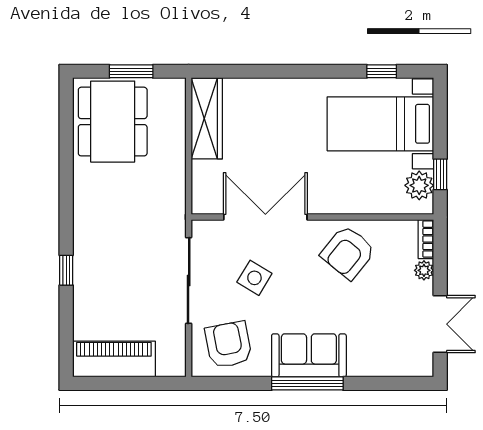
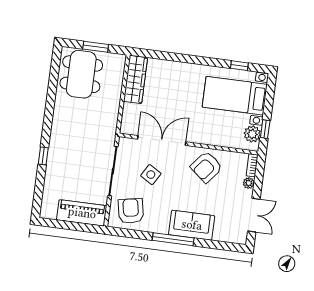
sofa: (309, 355) -> (192, 225), moved
piano: (114, 359) -> (82, 213), moved

